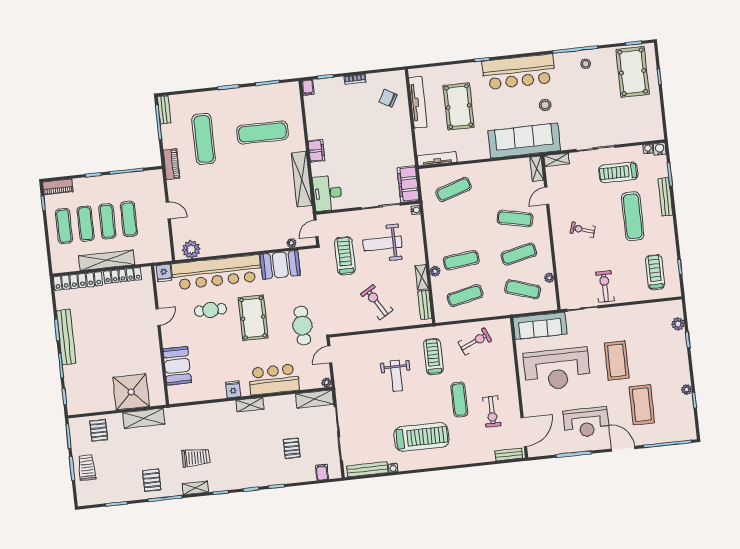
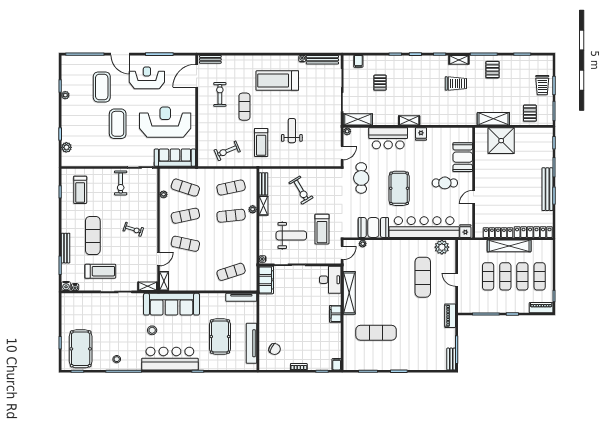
exercise mat: (204, 139) -> (423, 277), moved
cafe table: (210, 310) -> (445, 183), moved
trolley: (196, 458) -> (456, 83), turned 180

